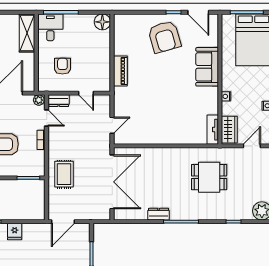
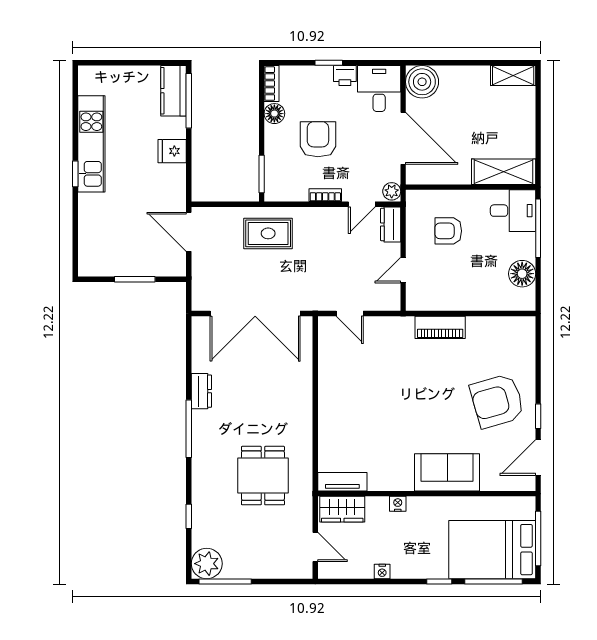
floor lamp: (102, 22) -> (522, 274), moved
armchair: (62, 66) -> (448, 231), turned 180

